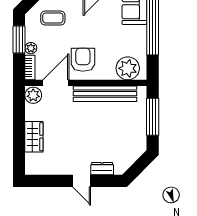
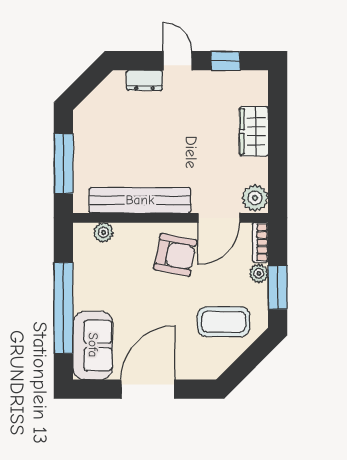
coffee table: (53, 18) -> (223, 322), width x1.36, depth x1.30
armchair: (83, 60) -> (175, 255), turned -79
plant: (128, 68) -> (103, 232), width x0.53, depth x0.53
window: (52, 181) -> (225, 61), added

